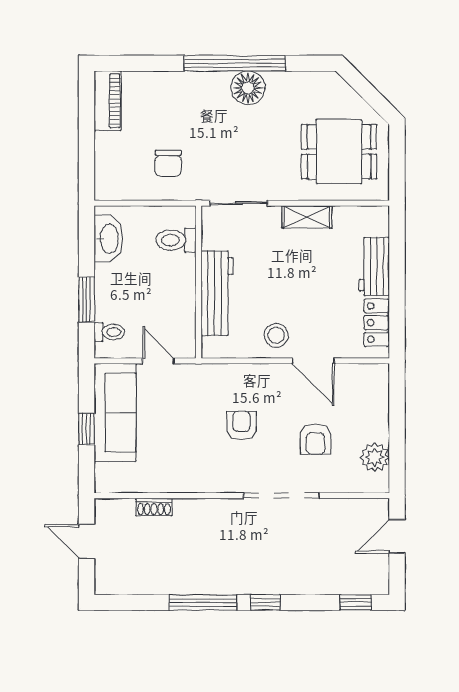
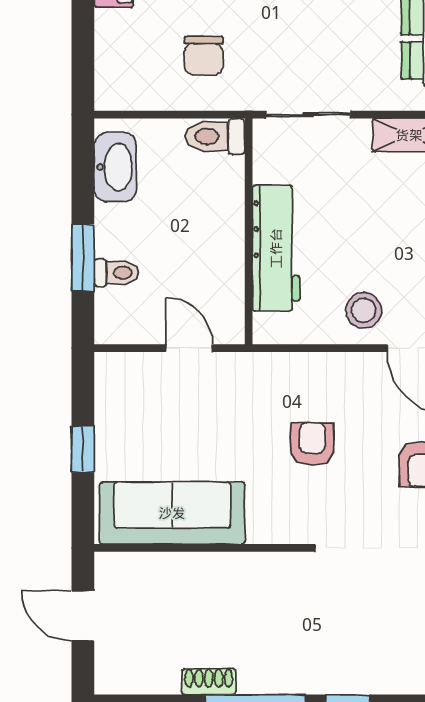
toilet: (176, 240) -> (215, 136), moved
toilet: (109, 332) -> (117, 273), moved
sofa: (115, 413) -> (172, 513), moved, turned -90
shoe rack: (154, 507) -> (209, 682), moved, turned 180

